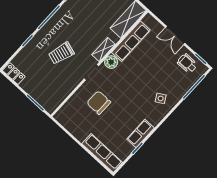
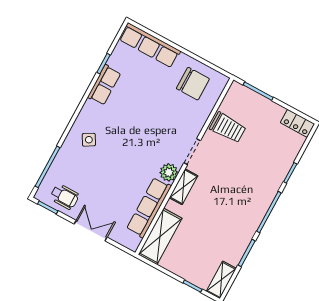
trolley: (61, 53) -> (228, 128), moved, turned 73
chair: (99, 103) -> (193, 84), moved

